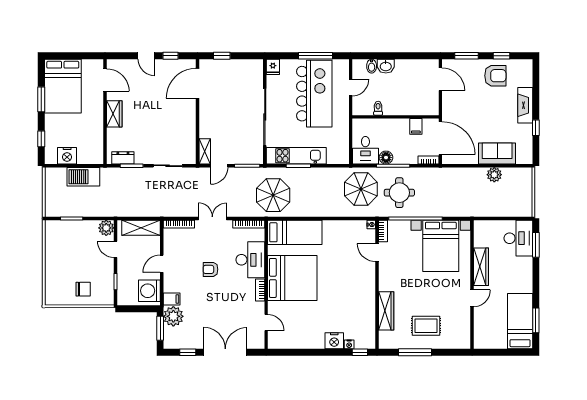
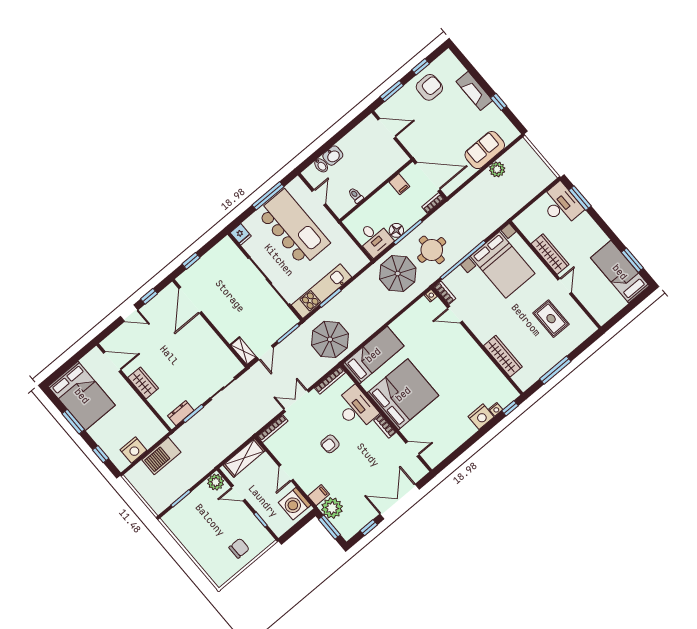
rug: (426, 326) -> (551, 319), moved, turned 90

